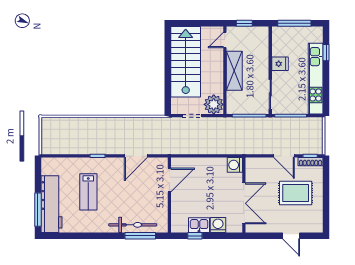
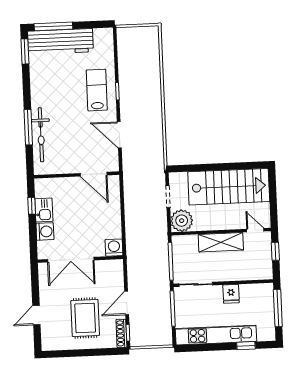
lab bench: (88, 192) -> (97, 90), moved, turned 90
window: (59, 236) -> (25, 51), added
window: (140, 236) -> (28, 127), moved

